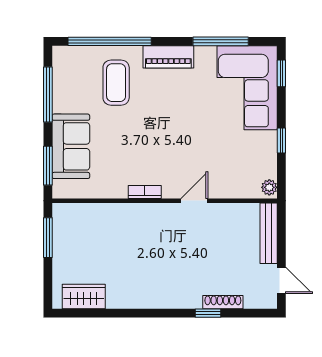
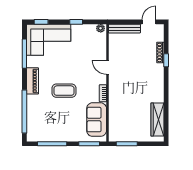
coffee table: (116, 83) -> (64, 91), moved
sofa: (71, 146) -> (97, 120), moved, turned -90
wardrobe: (84, 297) -> (157, 119), width x1.50

